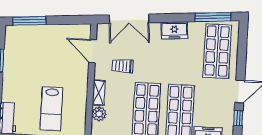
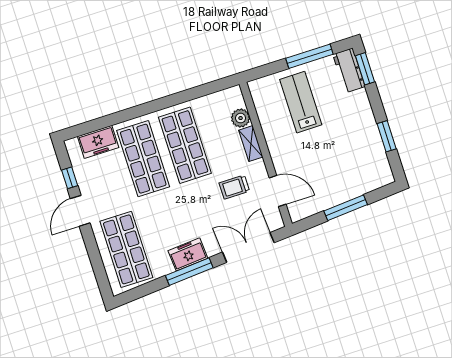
window: (213, 17) -> (189, 272), moved
window: (29, 21) -> (346, 208), moved
trolley: (123, 66) -> (234, 187), turned 180

